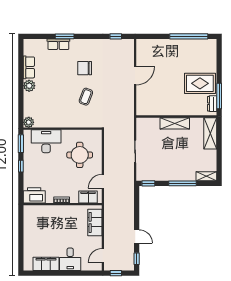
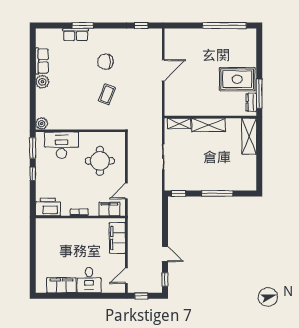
shelving: (206, 176) -> (179, 123), moved

